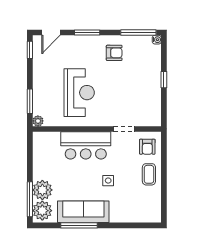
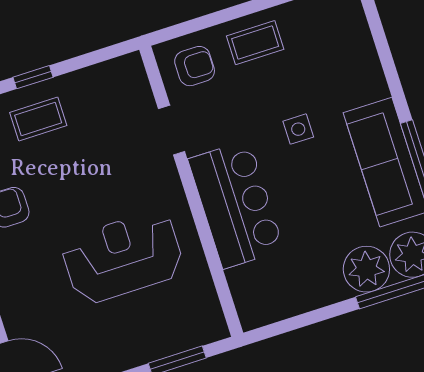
coffee table: (146, 76) -> (38, 119), added
plant: (38, 121) -> (215, 329), removed

